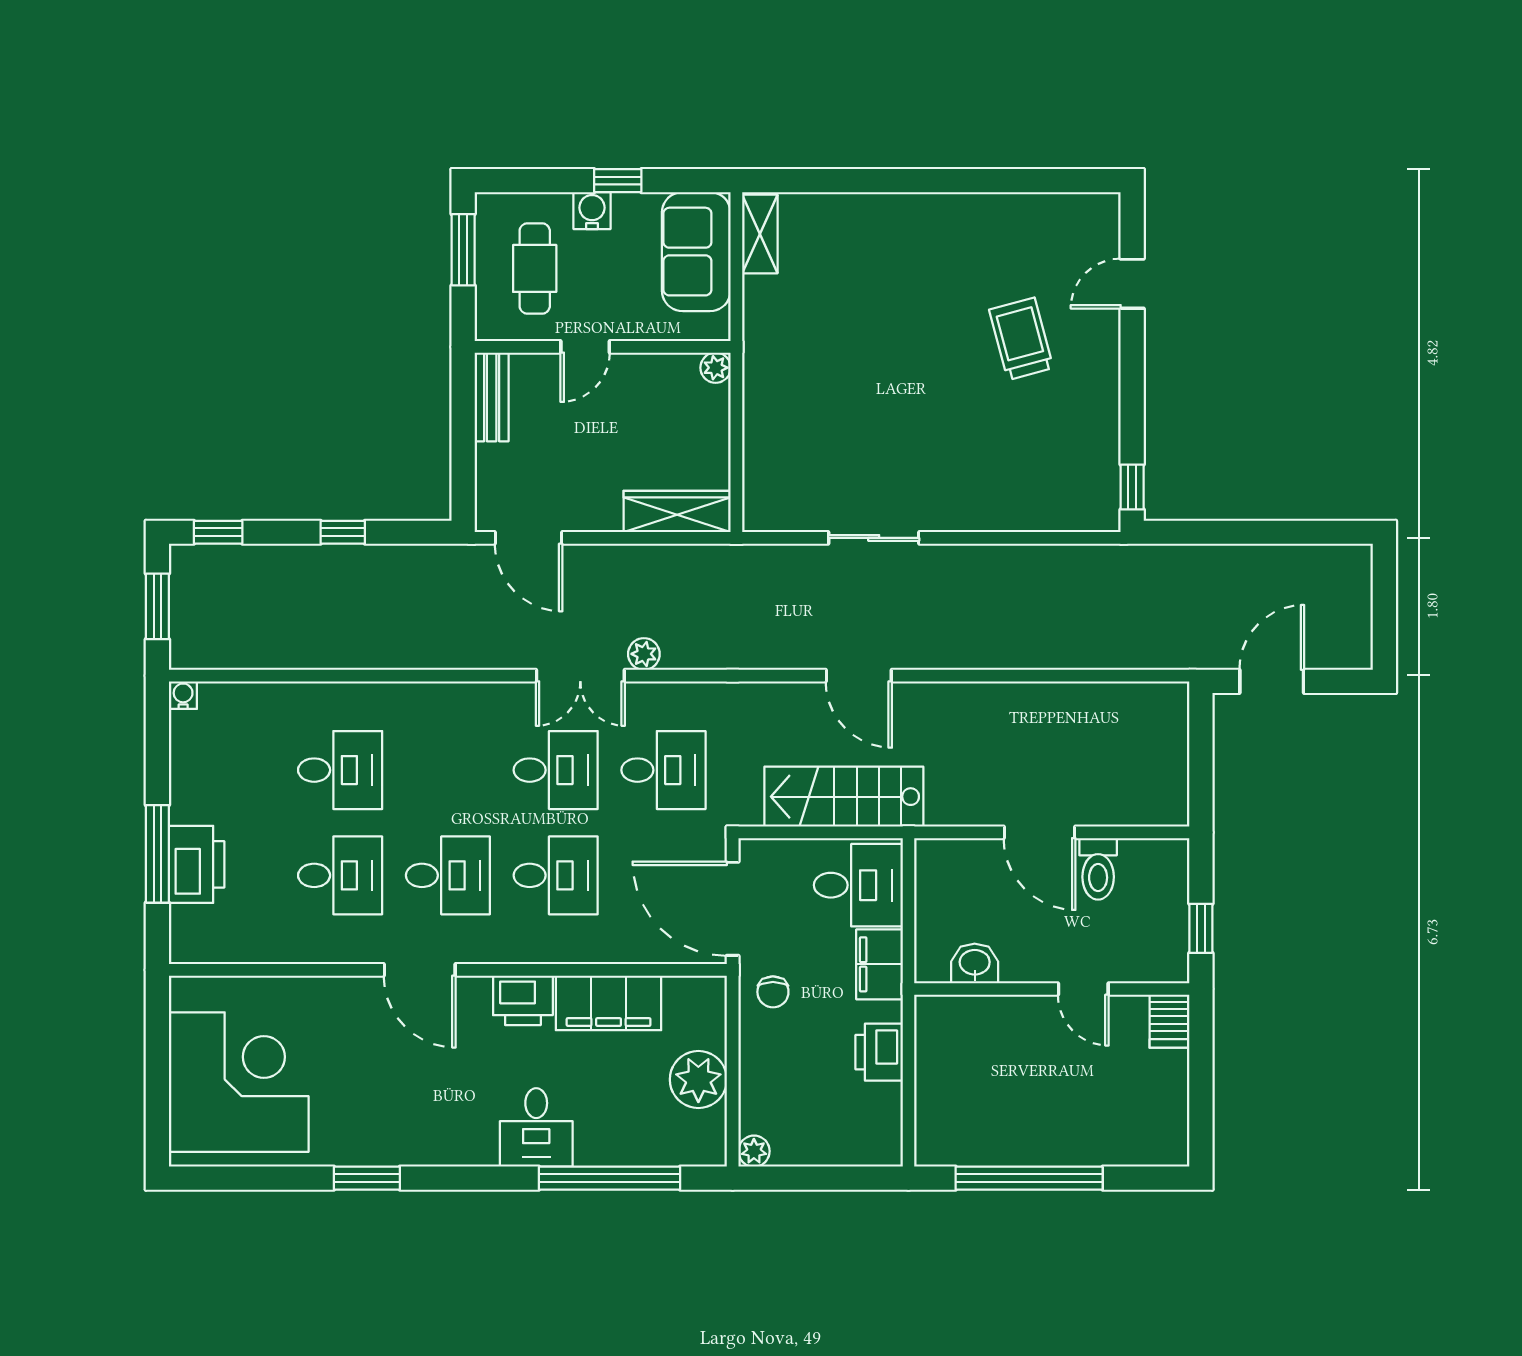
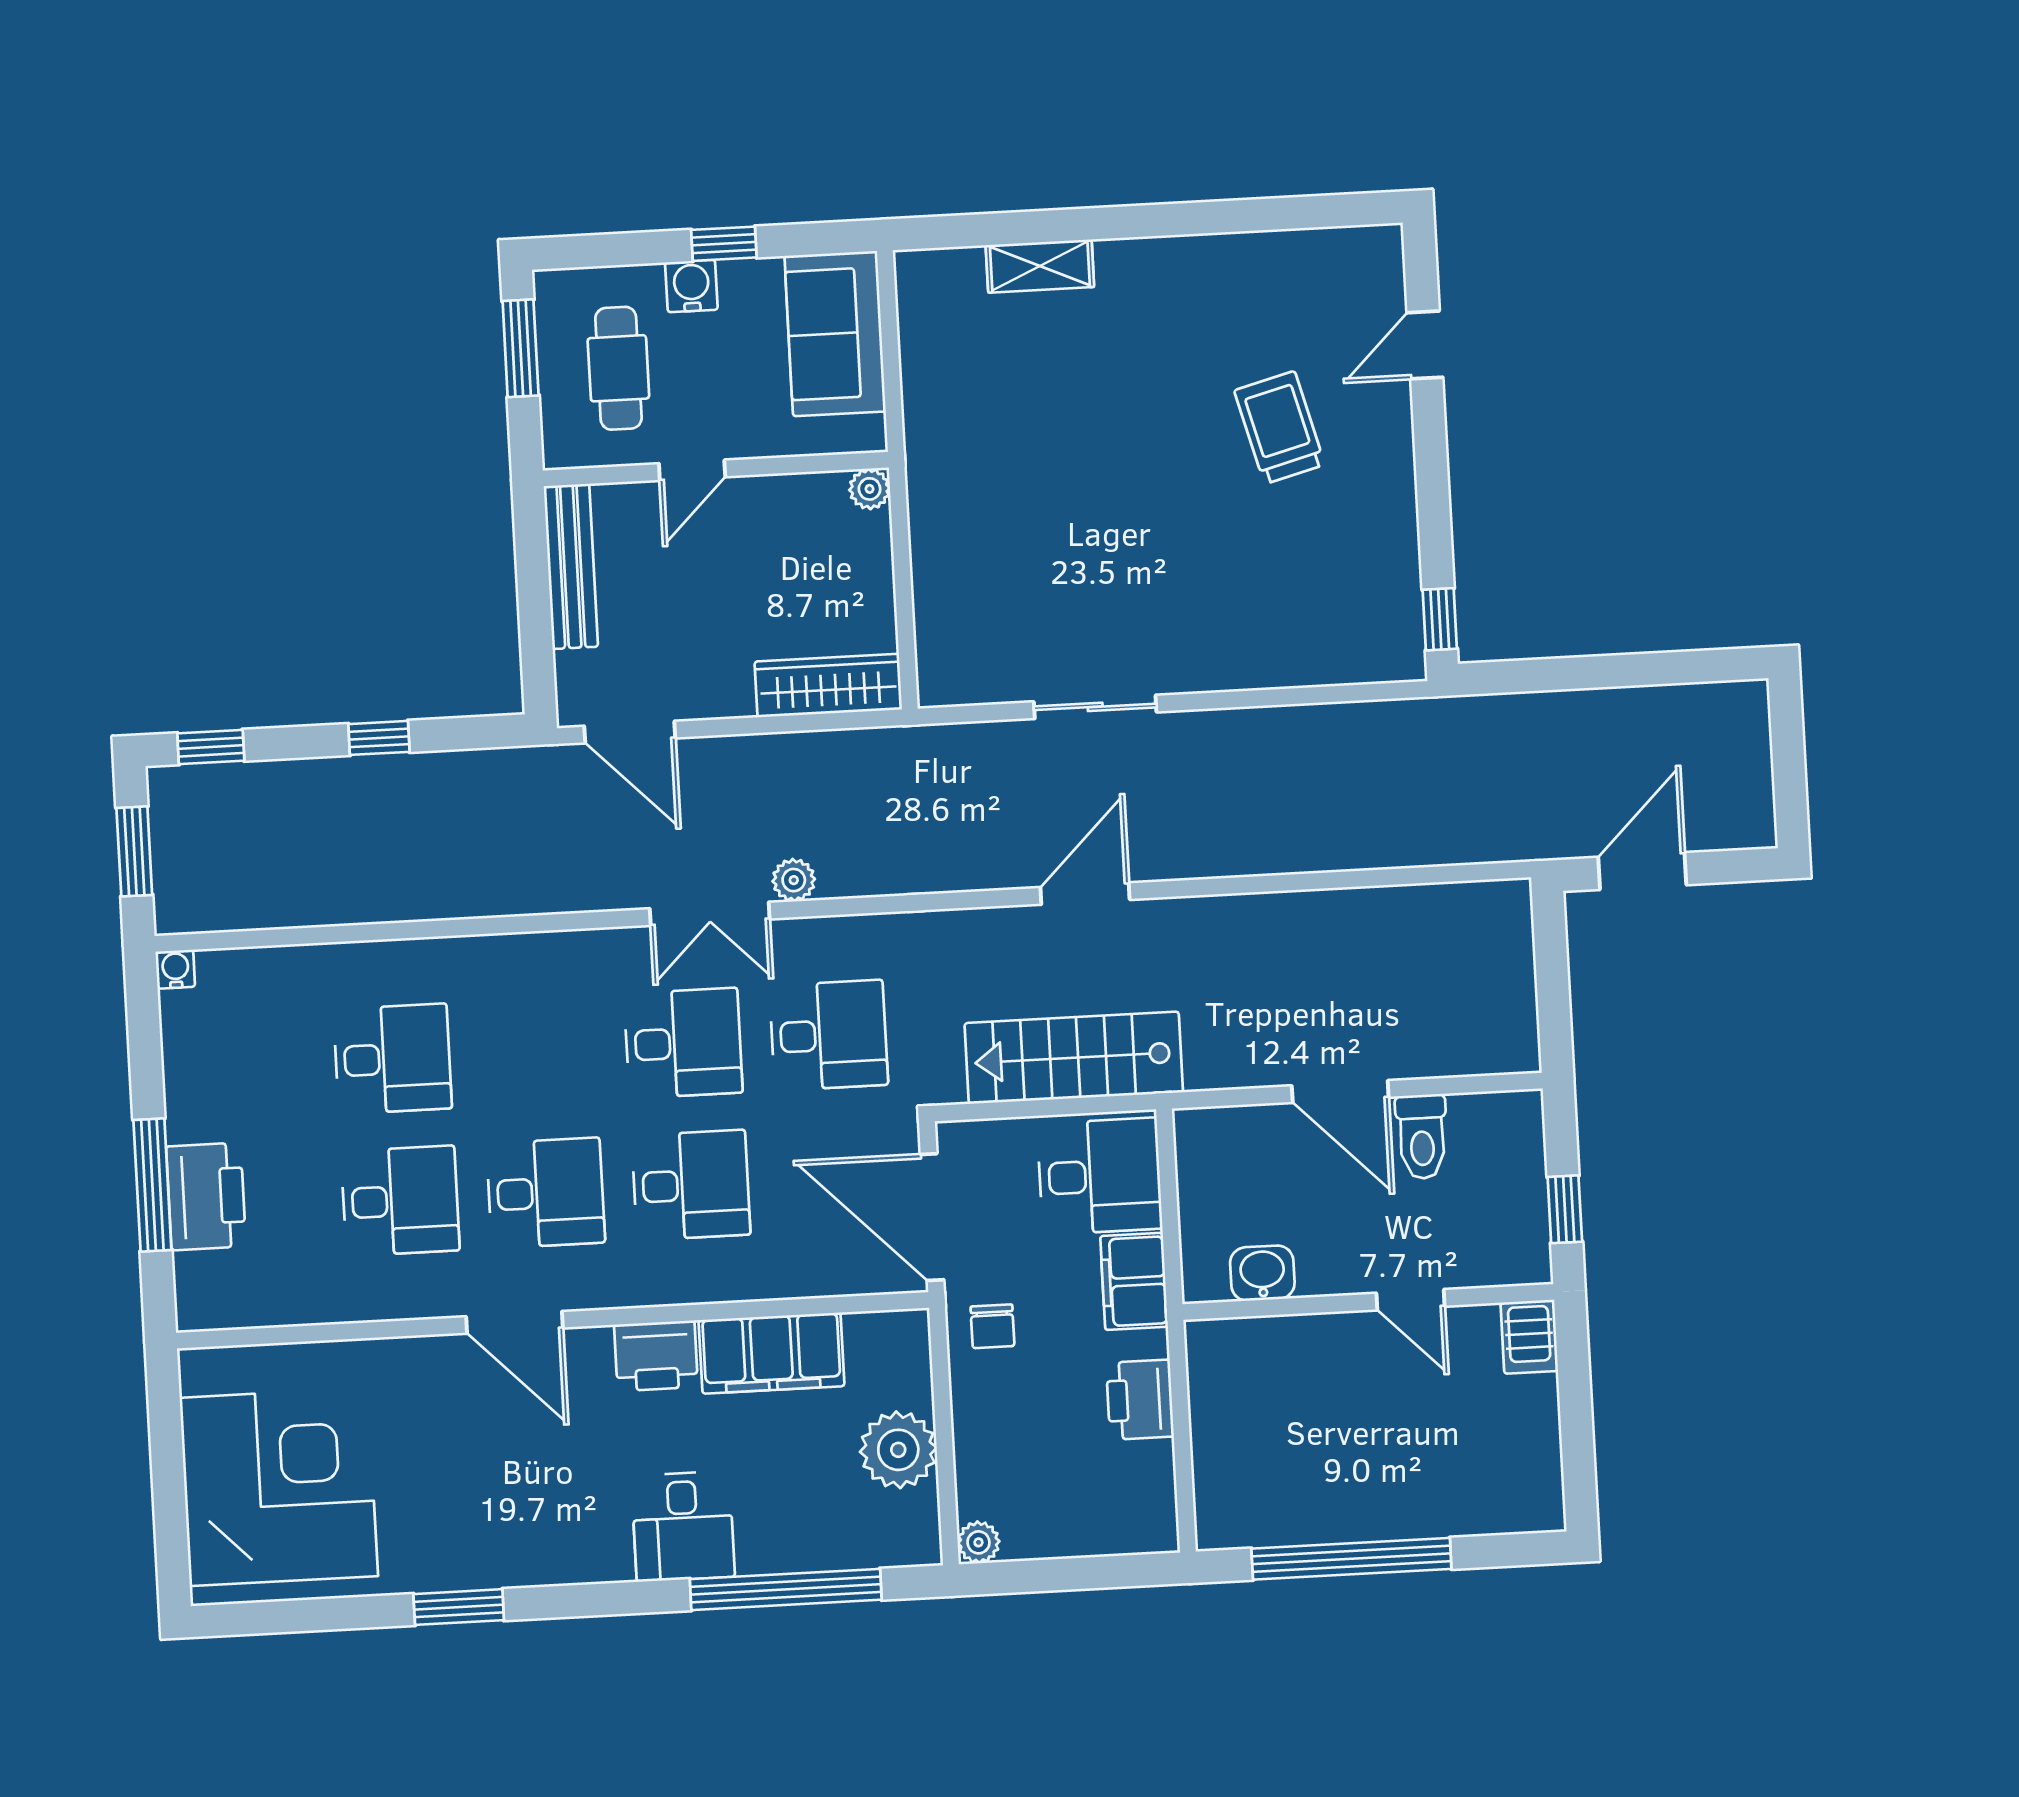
shelving: (760, 234) -> (1040, 266), moved, turned 90
bench: (492, 397) -> (571, 566), width x1.36
door: (859, 676) -> (1085, 893), swing flipped

